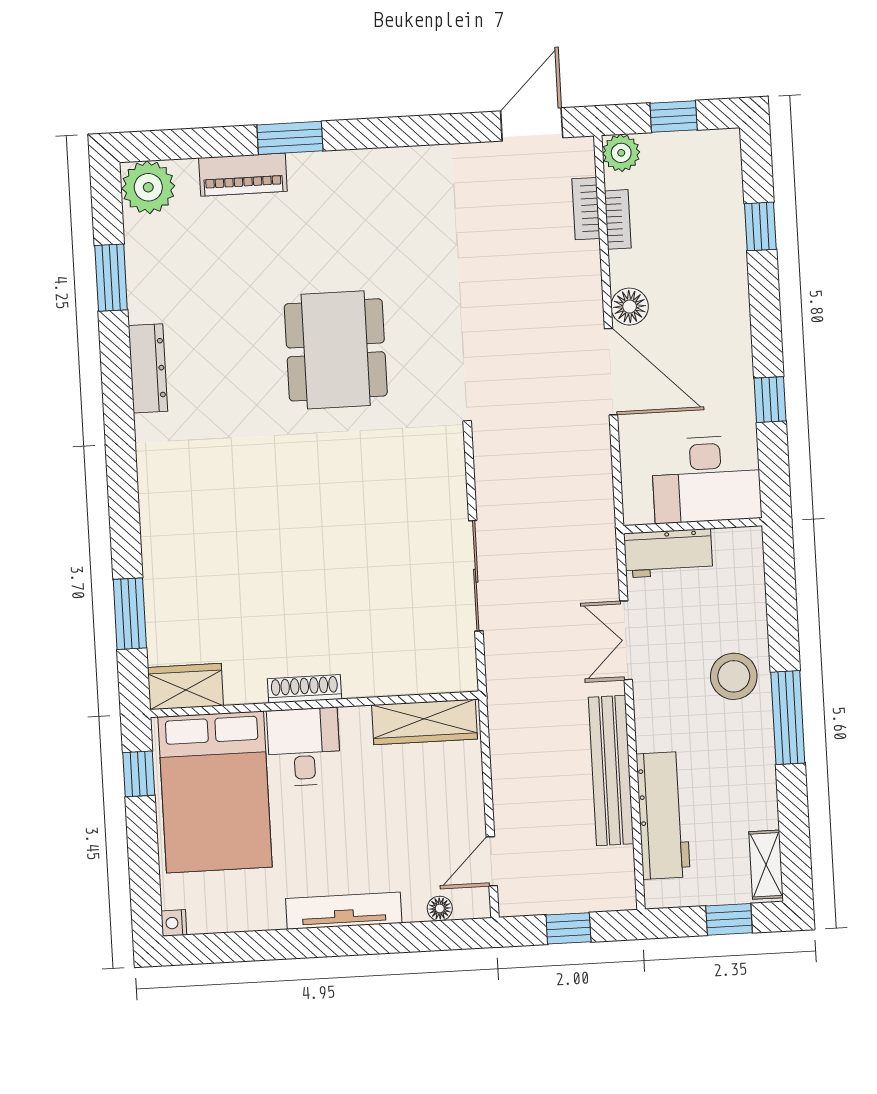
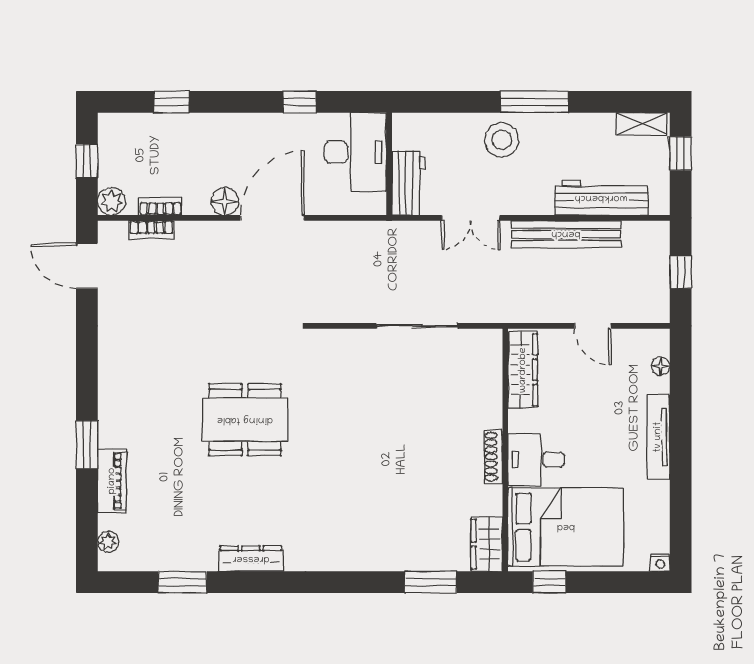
plant: (148, 187) -> (108, 542), width x0.53, depth x0.53
door: (492, 861) -> (593, 326), moved

